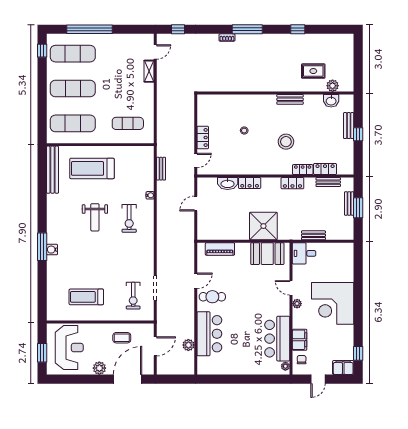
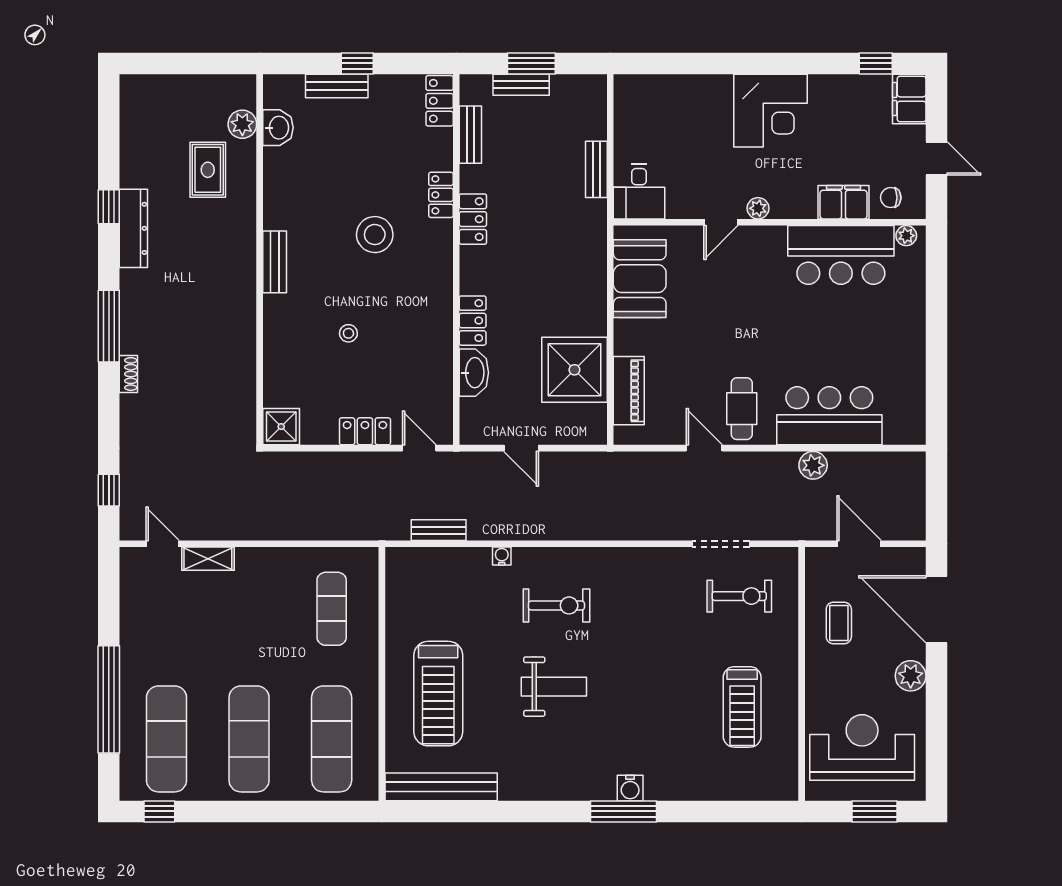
dresser: (289, 40) -> (133, 228), added
bench: (290, 99) -> (275, 262), moved
shower: (205, 102) -> (281, 427), added
locker: (325, 169) -> (440, 101), moved
shower: (263, 226) -> (574, 370), moved
corner desk: (333, 303) -> (771, 111), width x0.74, depth x0.74
plant: (188, 345) -> (813, 465), moved

